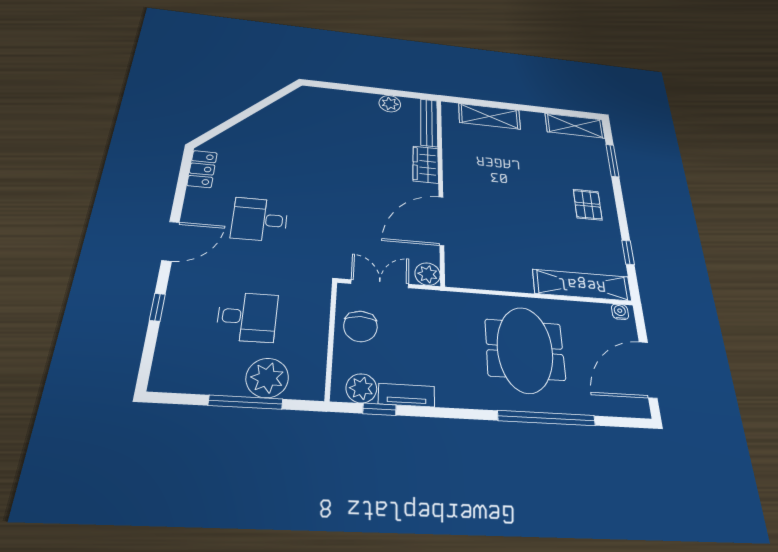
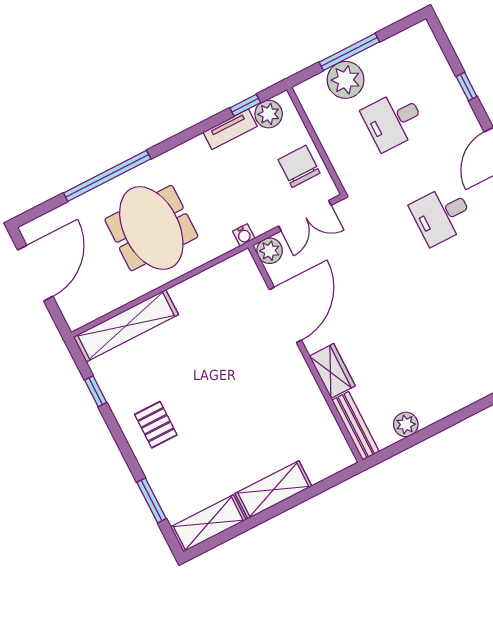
shelving: (489, 116) -> (273, 490), moved
desk: (260, 220) -> (442, 215), turned 180
water cooler: (620, 312) -> (244, 235), moved

